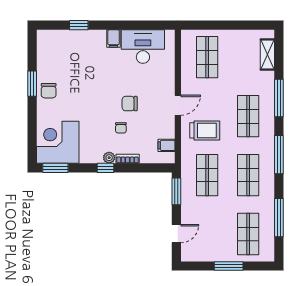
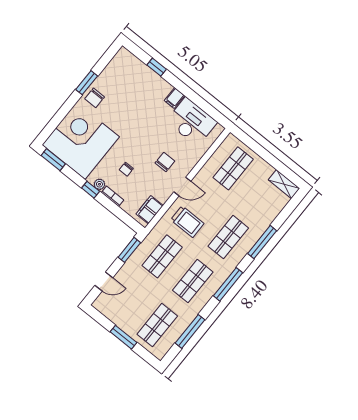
shelving: (267, 55) -> (284, 184), moved, turned 90
chair: (130, 104) -> (165, 162), moved, turned 90
corner desk: (58, 142) -> (81, 141), width x1.36, depth x1.36
filing cabinet: (166, 145) -> (150, 210), width x2.00

